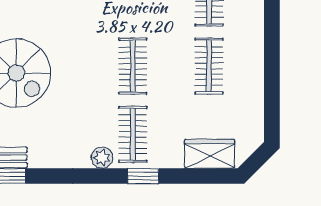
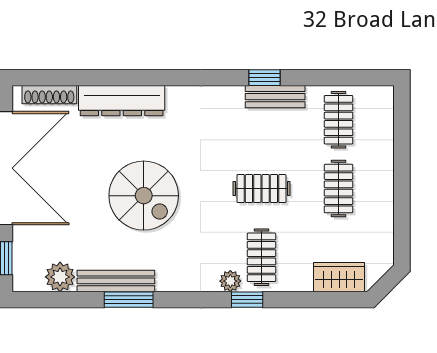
clothes rail: (133, 66) -> (261, 189), turned 90
window: (143, 176) -> (247, 300), moved

